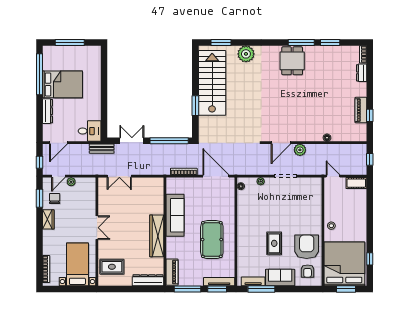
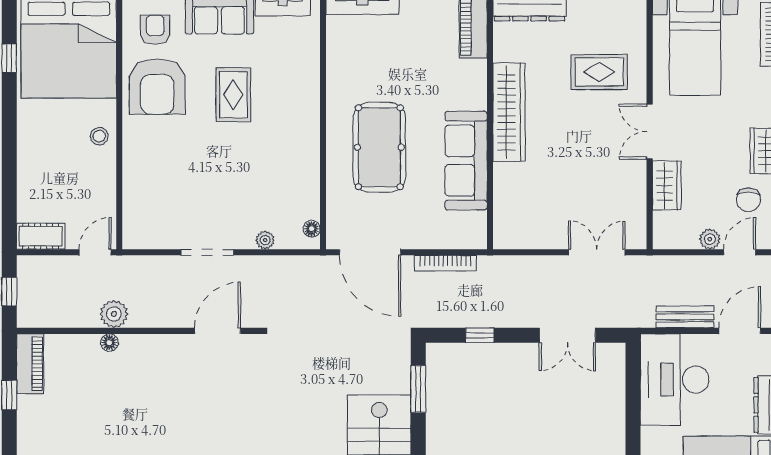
window: (195, 106) -> (418, 389), moved
piano: (361, 110) -> (30, 364), moved
desk: (90, 131) -> (675, 380), width x1.87, depth x1.30
window: (169, 141) -> (480, 335), width x0.32
bench: (102, 149) -> (685, 317), moved
plant: (300, 150) -> (114, 314), moved
door: (333, 176) -> (95, 252), swing flipped
wardrobe: (89, 205) -> (667, 185), added
pool table: (212, 240) -> (379, 147), moved
rug: (112, 267) -> (599, 72), moved

